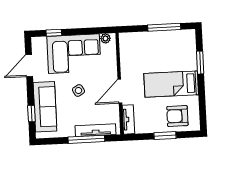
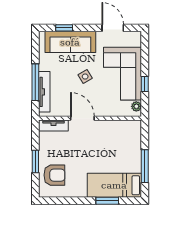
window: (54, 33) -> (145, 84), moved
bed: (171, 84) -> (114, 185), moved, turned -90
armchair: (177, 116) -> (54, 175), turned 90

